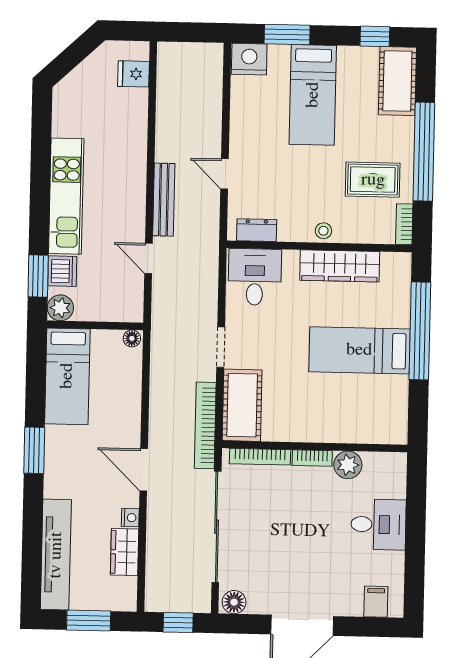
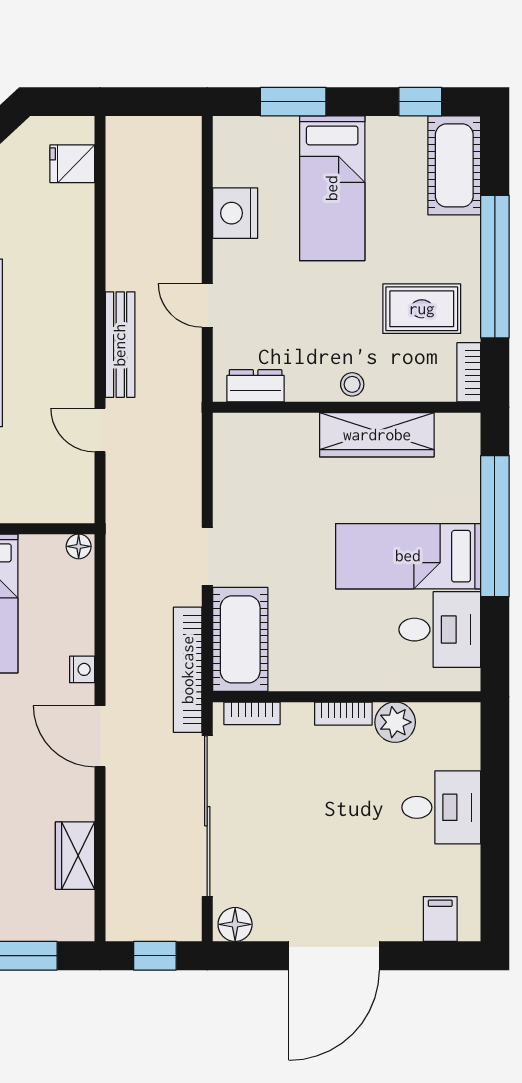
nightstand: (249, 59) -> (235, 213), moved, turned -90
desk: (255, 277) -> (440, 630), moved, turned 90
bookcase: (260, 457) -> (252, 713), width x0.64
nightstand: (130, 518) -> (82, 669), moved

